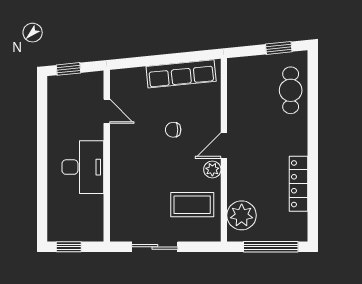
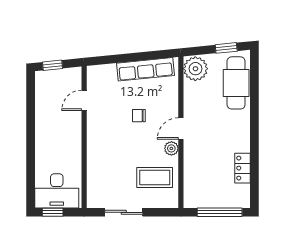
cafe table: (291, 90) -> (236, 83), width x1.37, depth x1.35
door: (107, 111) -> (84, 100), swing flipped
desk: (83, 167) -> (57, 191), moved, turned 90
locker: (299, 184) -> (243, 168), width x0.66
plant: (242, 215) -> (195, 69), moved

